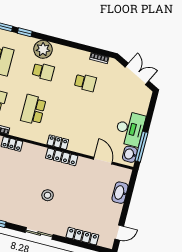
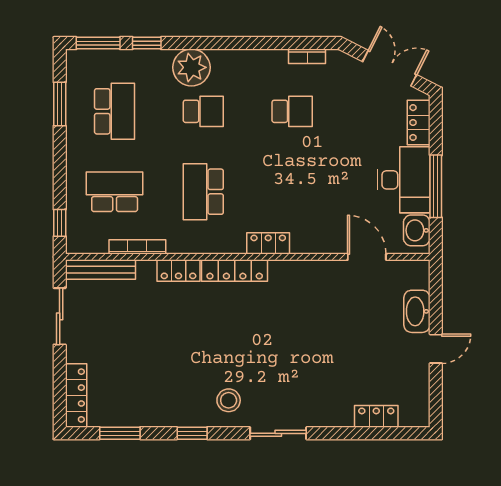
locker: (144, 103) -> (419, 123), added
window: (141, 147) -> (436, 186), moved
locker: (62, 157) -> (235, 271), moved
stool: (48, 195) -> (229, 400), moved
door: (119, 233) -> (436, 349), moved
locker: (82, 236) -> (376, 416), width x0.66

